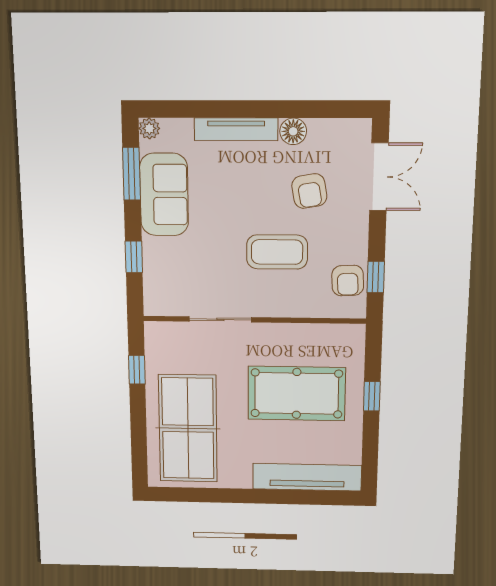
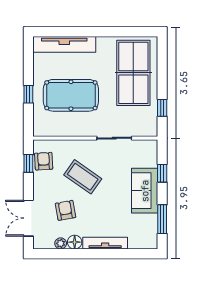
plant: (149, 128) -> (61, 243), moved
sofa: (164, 195) -> (145, 191), moved
coffee table: (277, 252) -> (83, 177), turned 35

